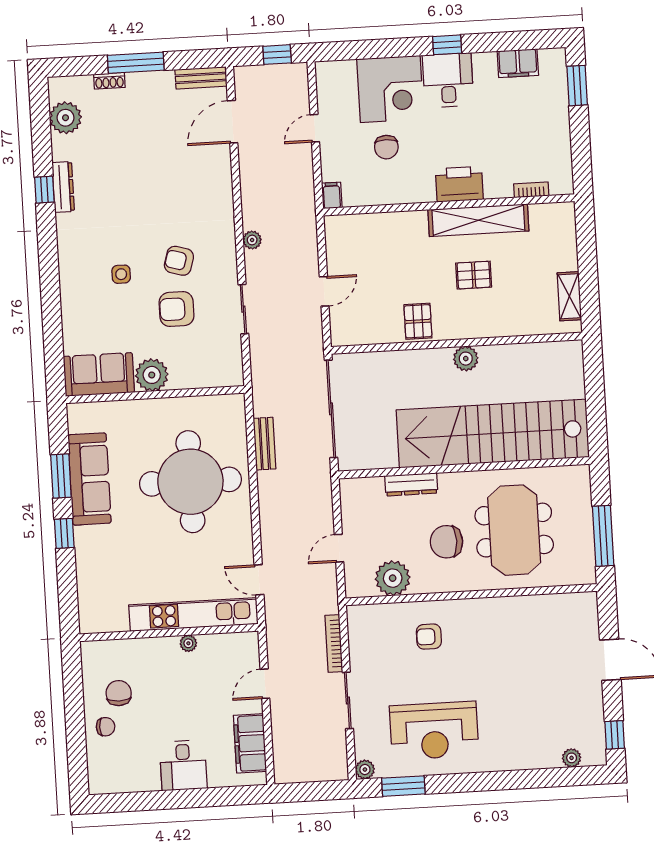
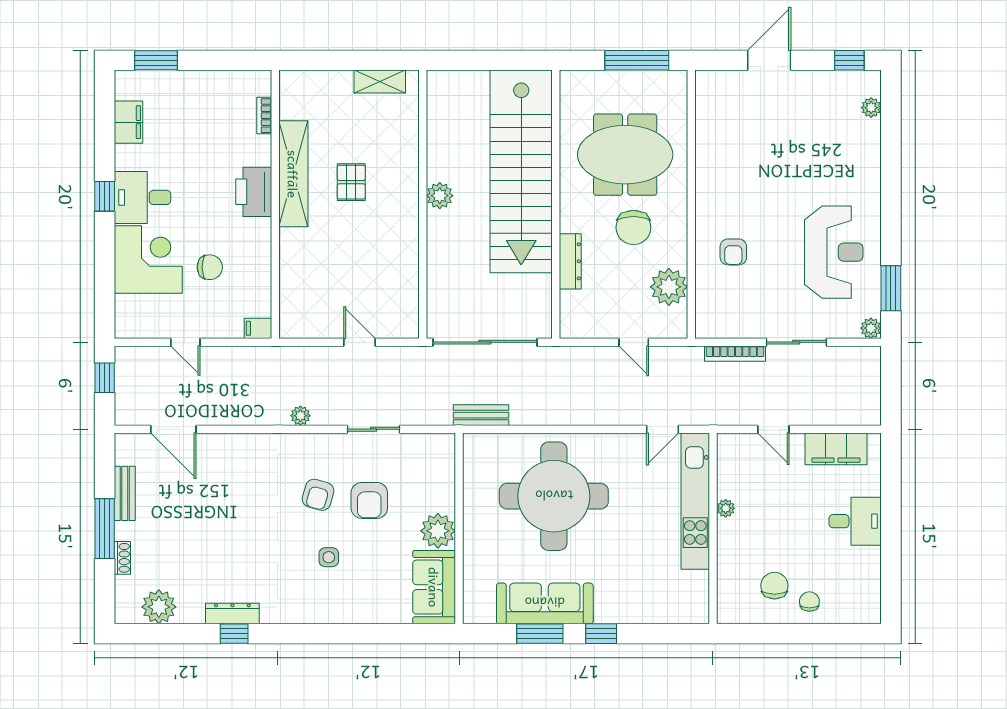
bench: (201, 78) -> (125, 493), moved
pallet: (418, 321) -> (397, 244), removed
bench: (264, 444) -> (481, 415), moved
chair: (119, 693) -> (774, 586), turned 90

